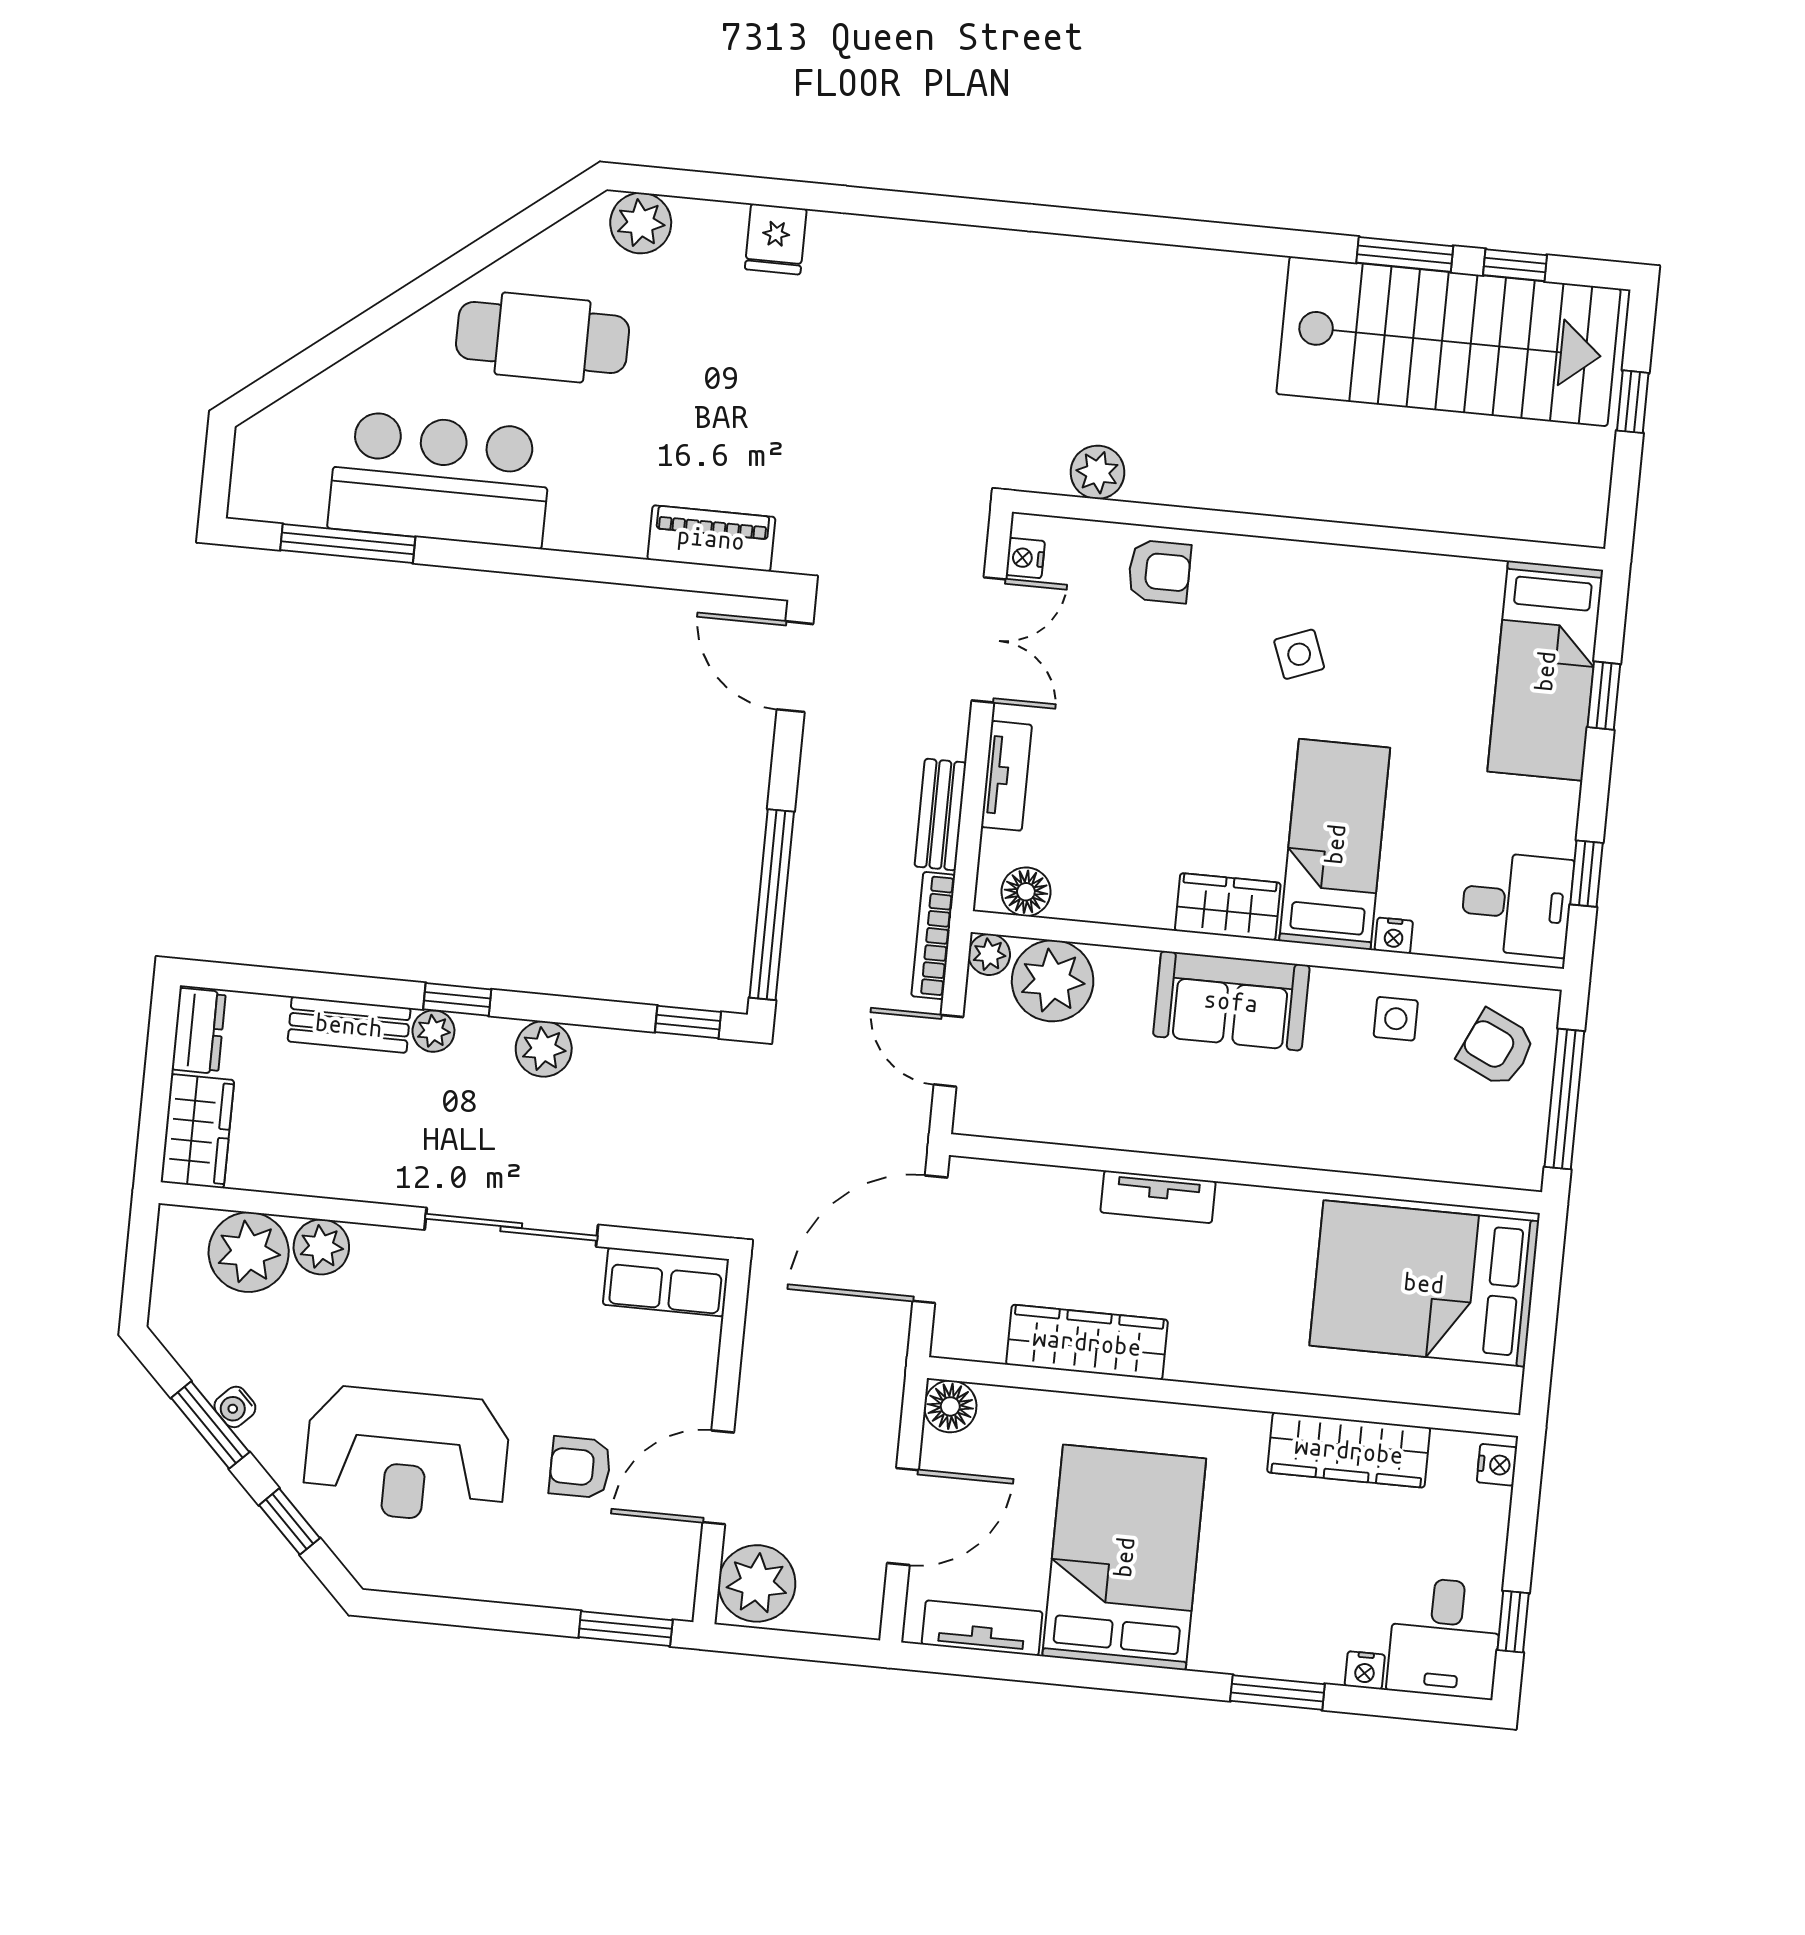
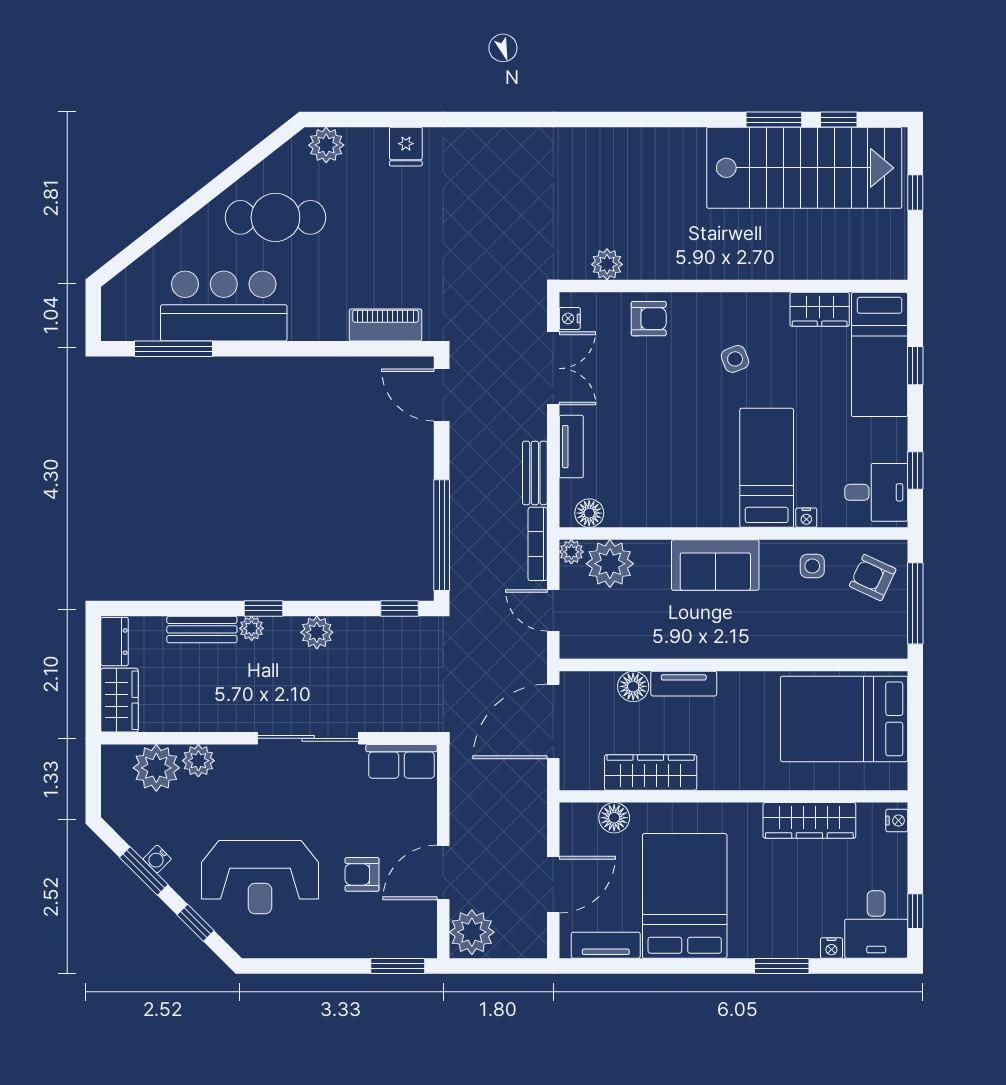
wardrobe: (1228, 907) -> (820, 309), moved, turned 180
floor lamp: (1072, 1193) -> (633, 686), added
floor lamp: (950, 1406) -> (614, 818), moved

